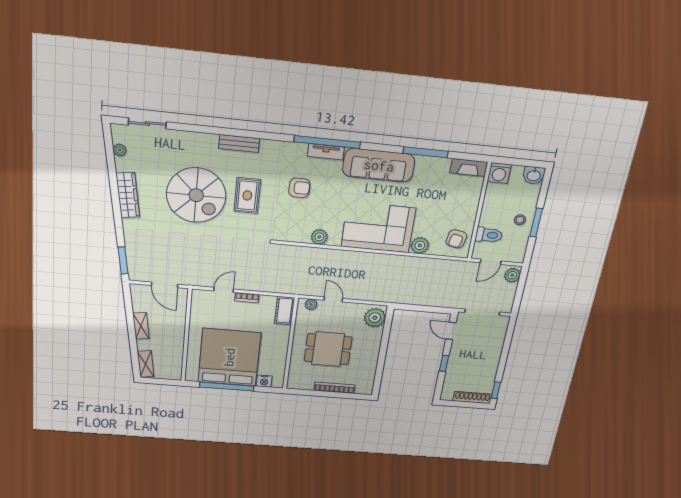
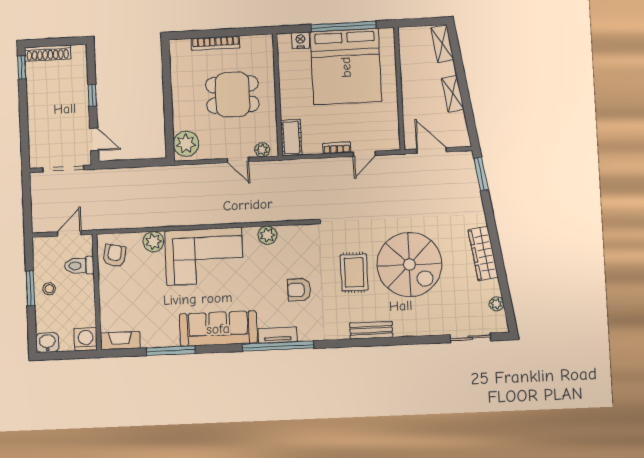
spiral stairs: (196, 195) -> (409, 264), turned 180
plant: (512, 275) -> (40, 221), removed

